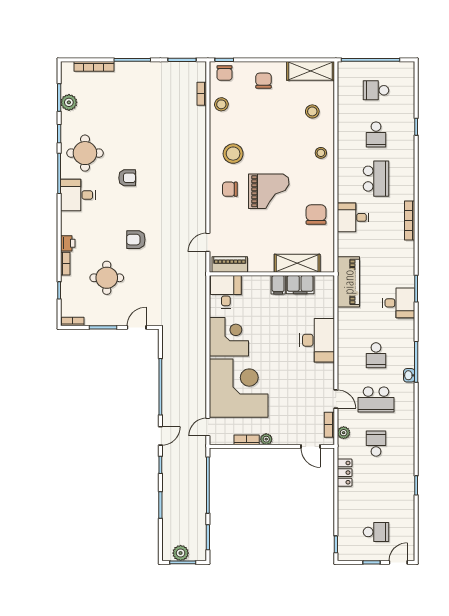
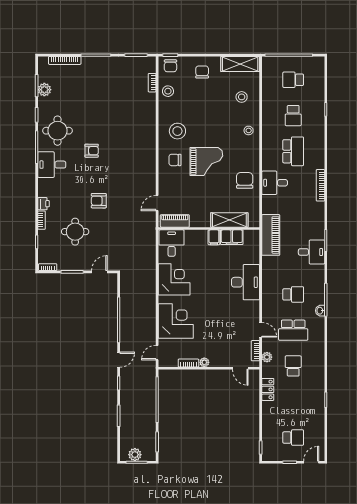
school desk: (376, 355) -> (293, 294), turned -90
corner desk: (239, 388) -> (176, 321), width x0.74, depth x0.74

